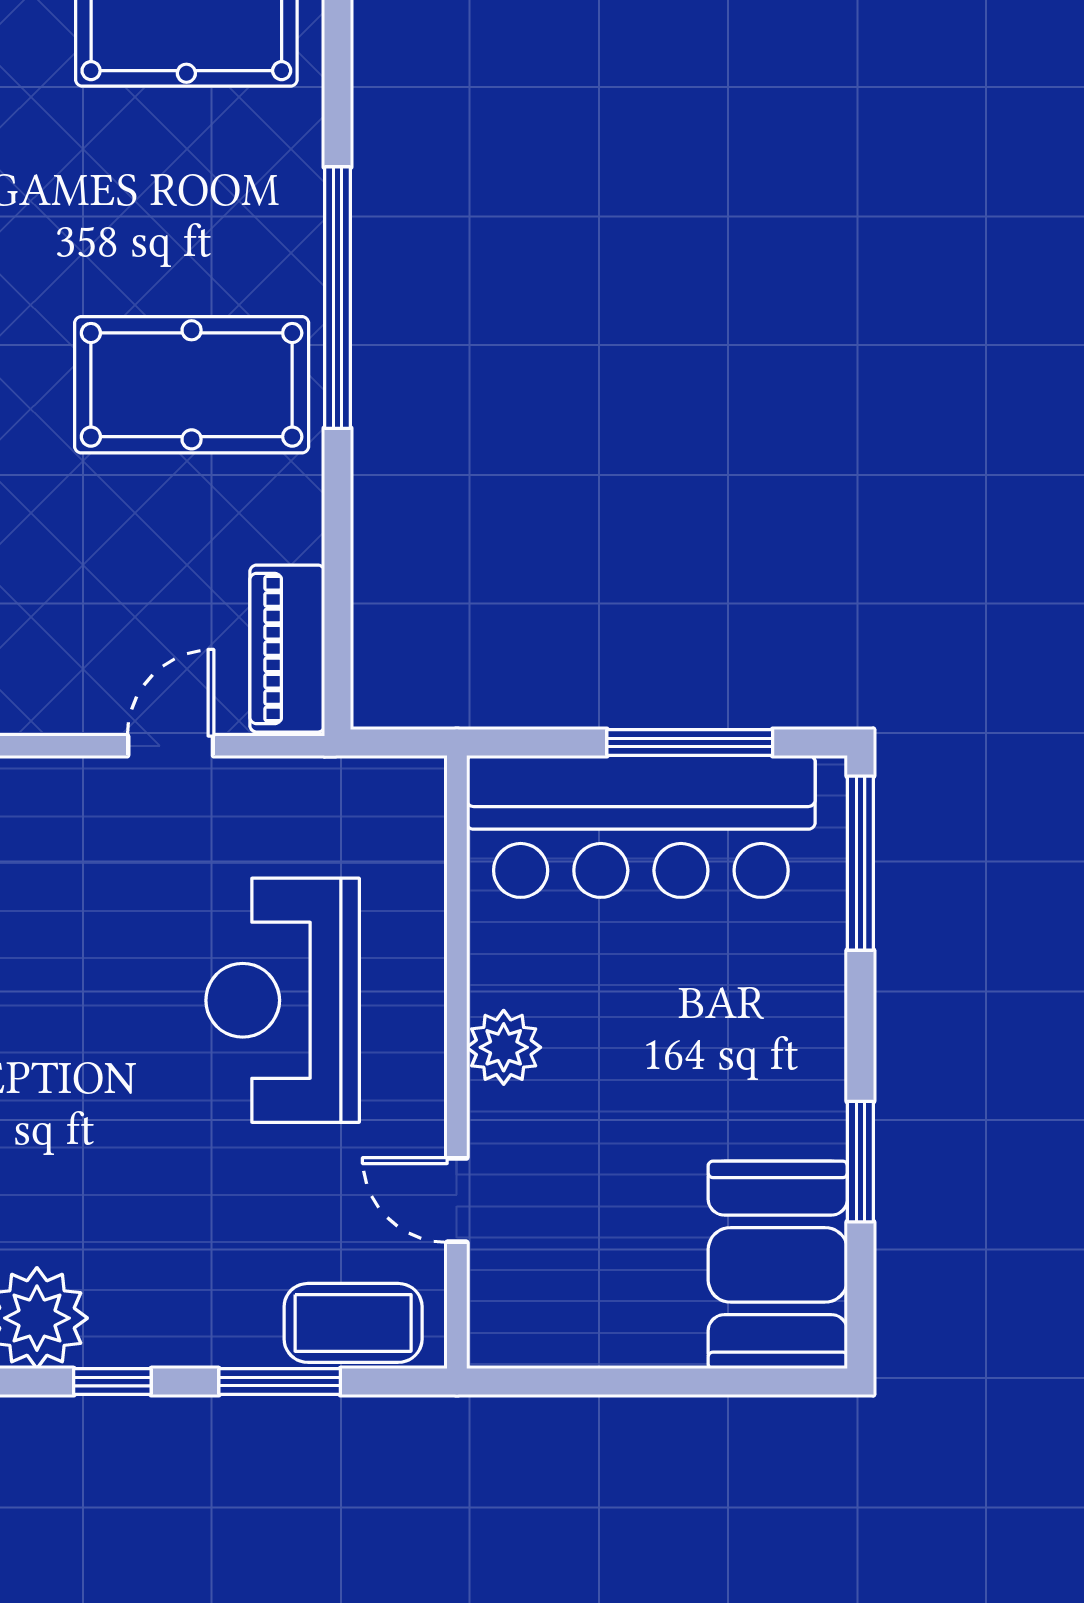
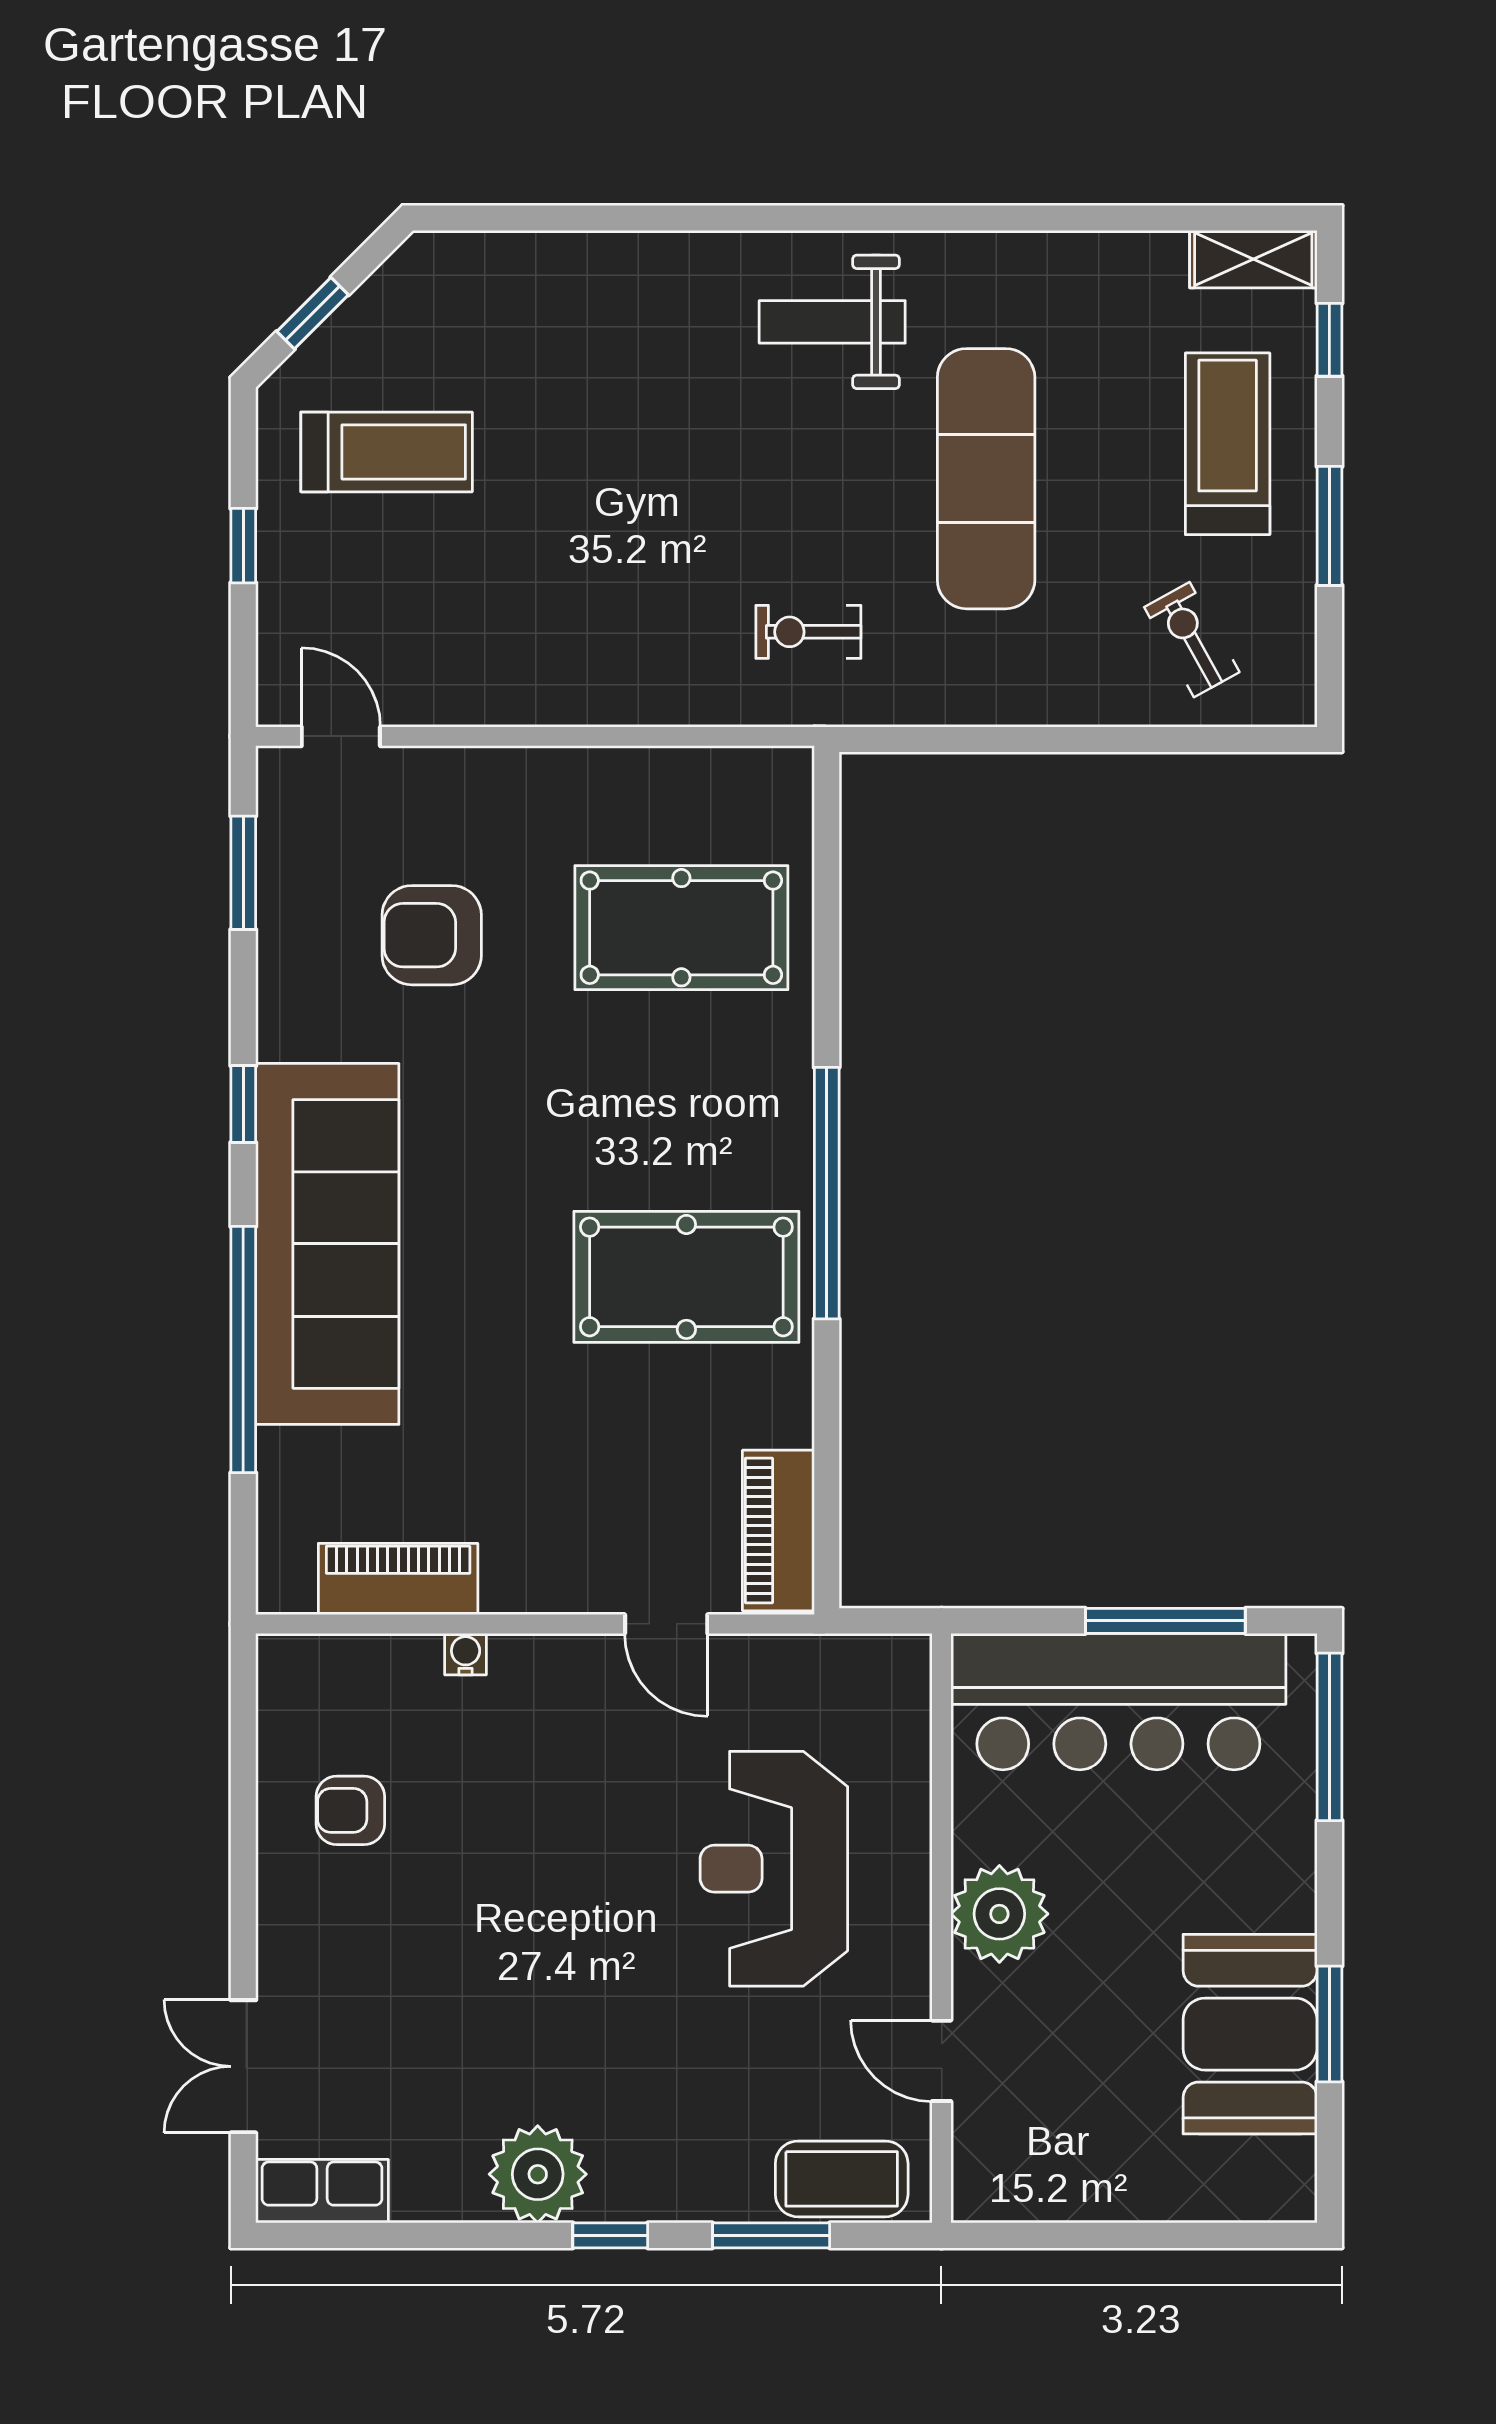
door: (171, 746) -> (666, 1624), swing flipped
plant: (504, 1047) -> (999, 1914), width x1.36, depth x1.36
booth: (778, 1265) -> (1250, 2034), moved

